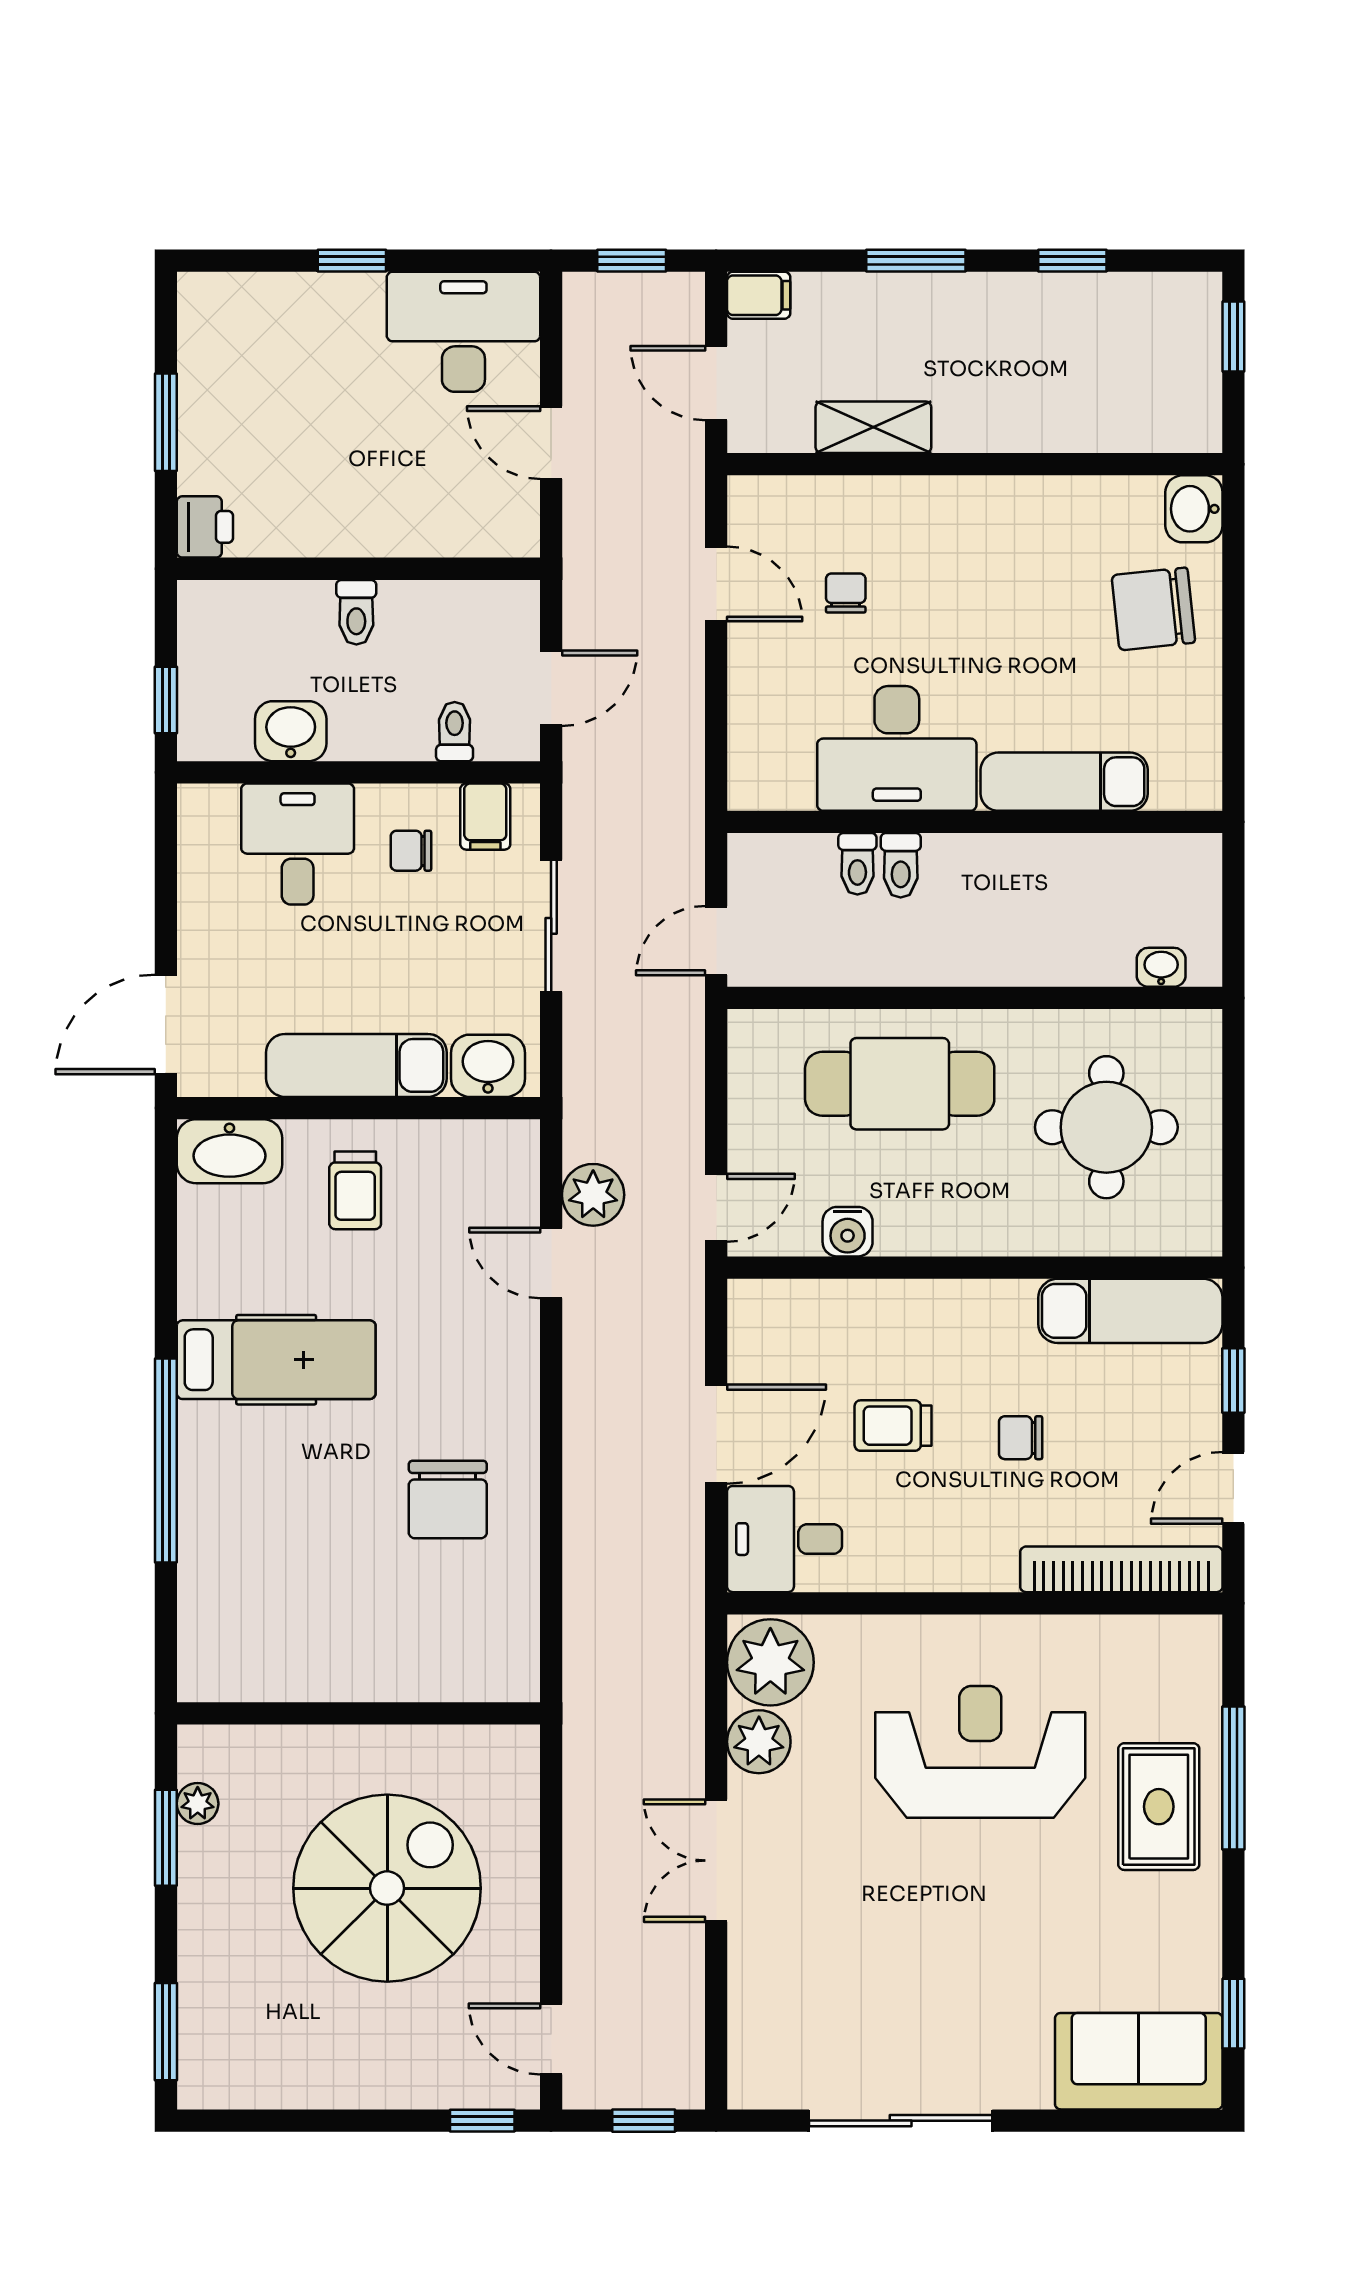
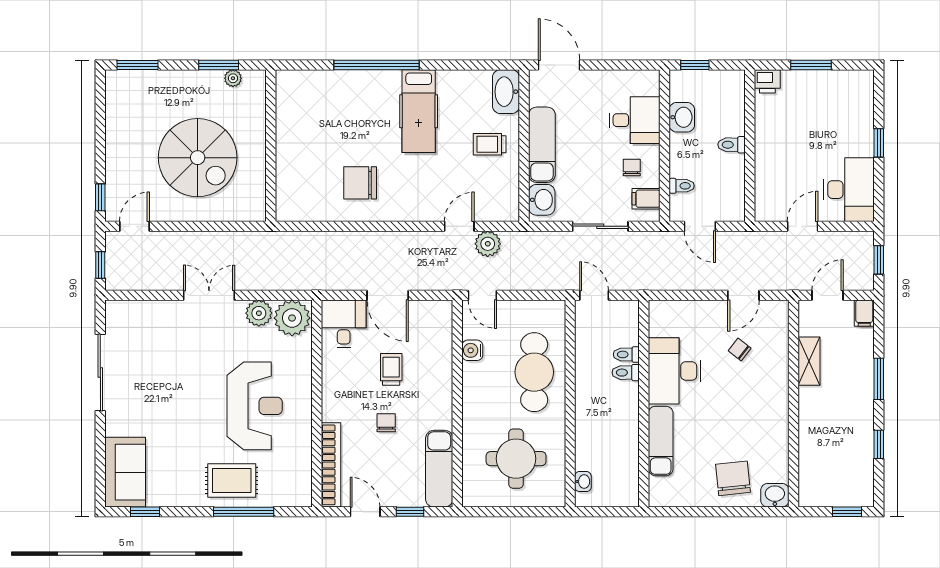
chair: (846, 593) -> (740, 350), turned -142

